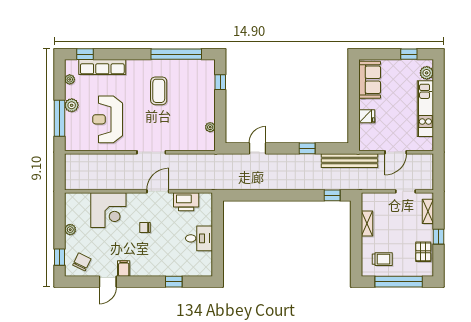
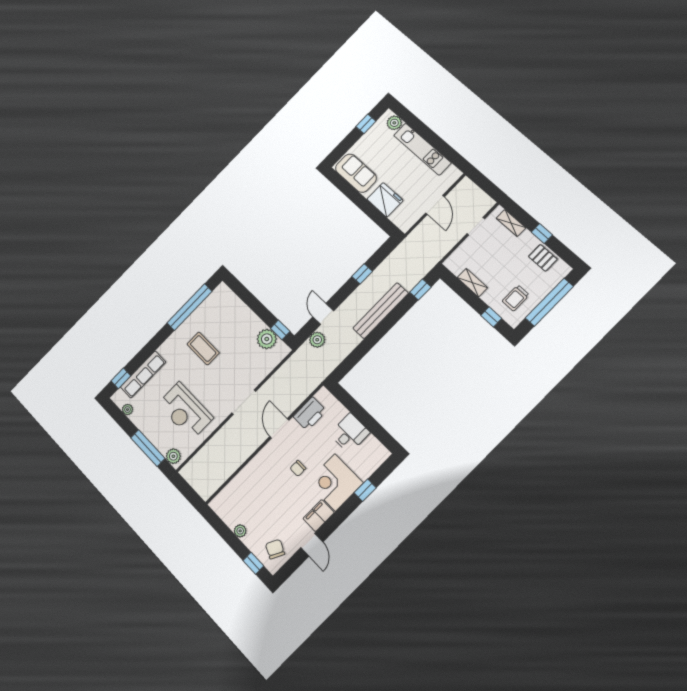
window: (220, 82) -> (280, 330), moved
plant: (72, 105) -> (173, 456), moved
fridge: (367, 116) -> (385, 200), width x1.88, depth x1.34
plant: (210, 127) -> (267, 339), width x1.88, depth x1.88
plant: (237, 161) -> (317, 340), added
bench: (350, 161) -> (381, 311), moved
corner desk: (108, 210) -> (335, 482), moved, turned 180
window: (356, 255) -> (491, 317), added
trolley: (382, 259) -> (516, 298), turned 180
filing cabinet: (124, 268) -> (319, 516), width x2.00

